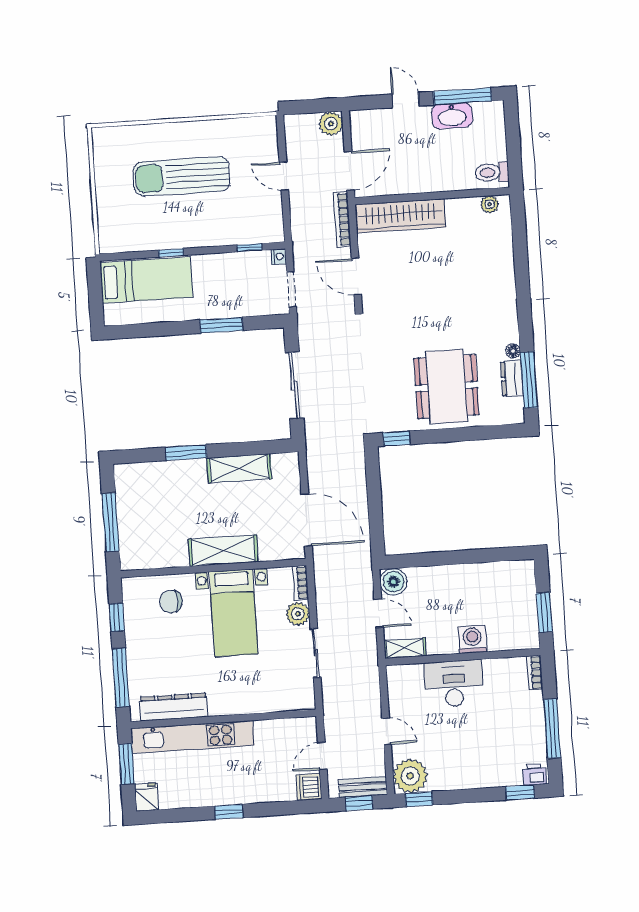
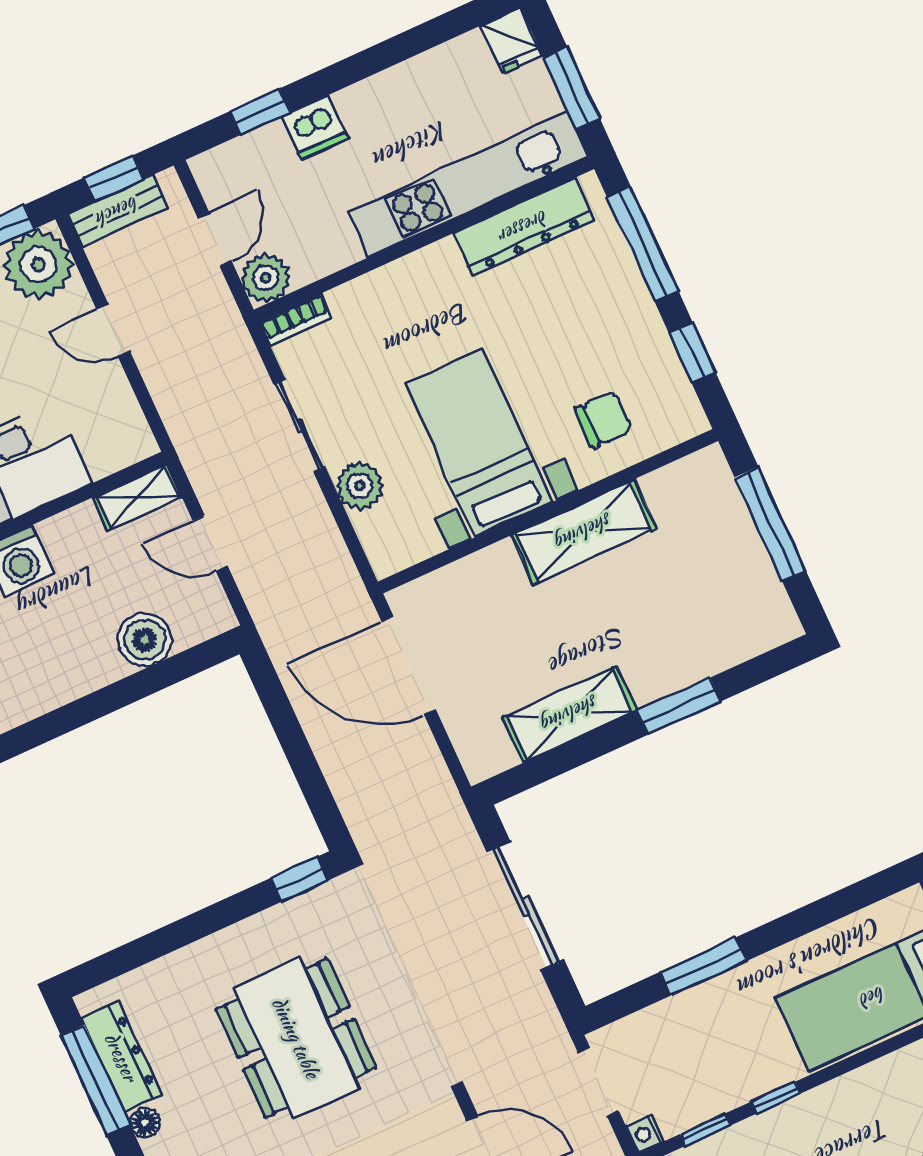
window: (171, 253) -> (776, 1097), moved
dresser: (512, 378) -> (121, 1057), width x1.44
dining table: (447, 387) -> (296, 1038), moved
shelving: (223, 551) -> (584, 532), moved
boiler: (393, 582) -> (145, 640), moved
bookcase: (301, 583) -> (296, 320), moved, turned 90
plant: (305, 729) -> (266, 278), added
dishwasher: (309, 787) -> (315, 127), moved, turned 90
window: (229, 812) -> (260, 112), moved

